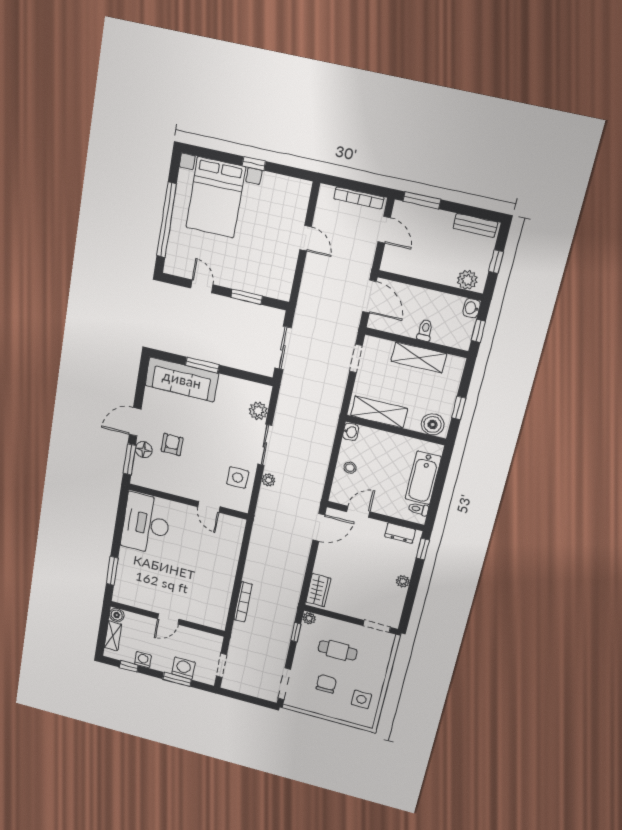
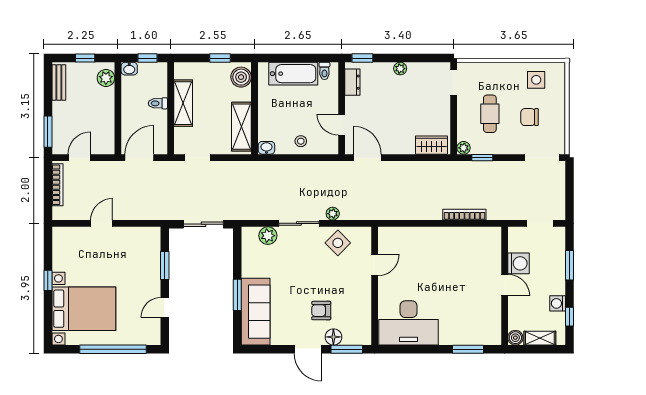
side table: (238, 478) -> (338, 243), turned 45
washing machine: (183, 668) -> (518, 263), moved, turned 180

